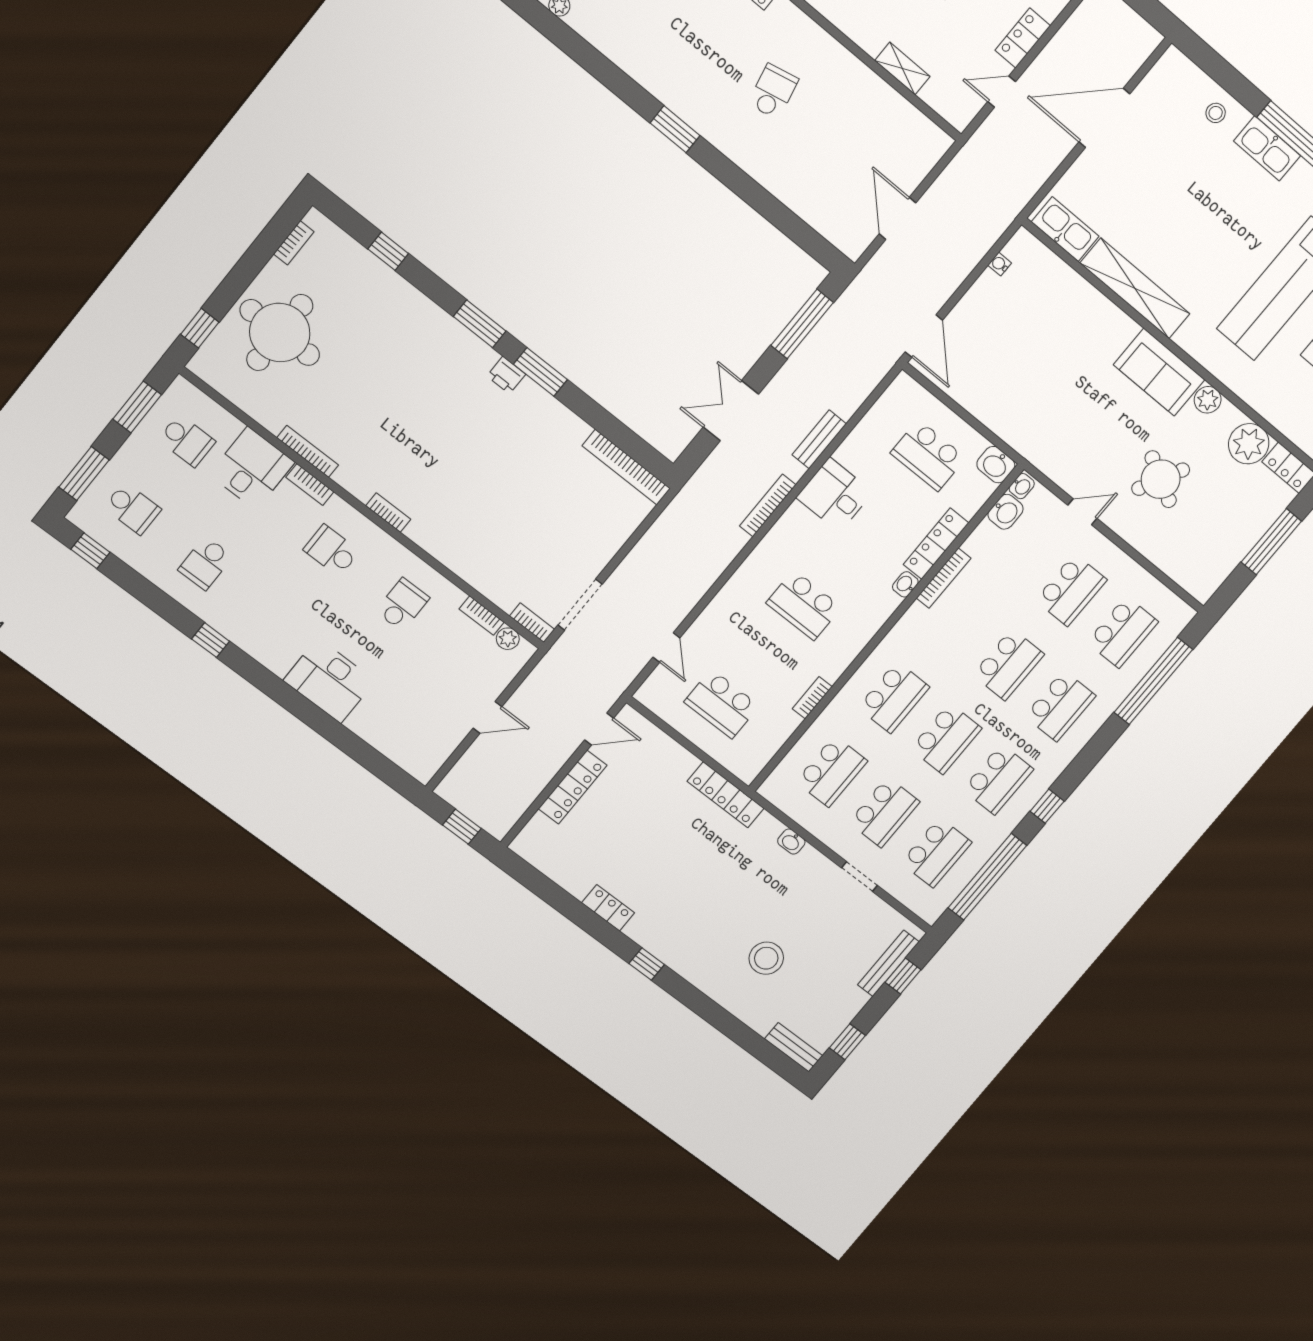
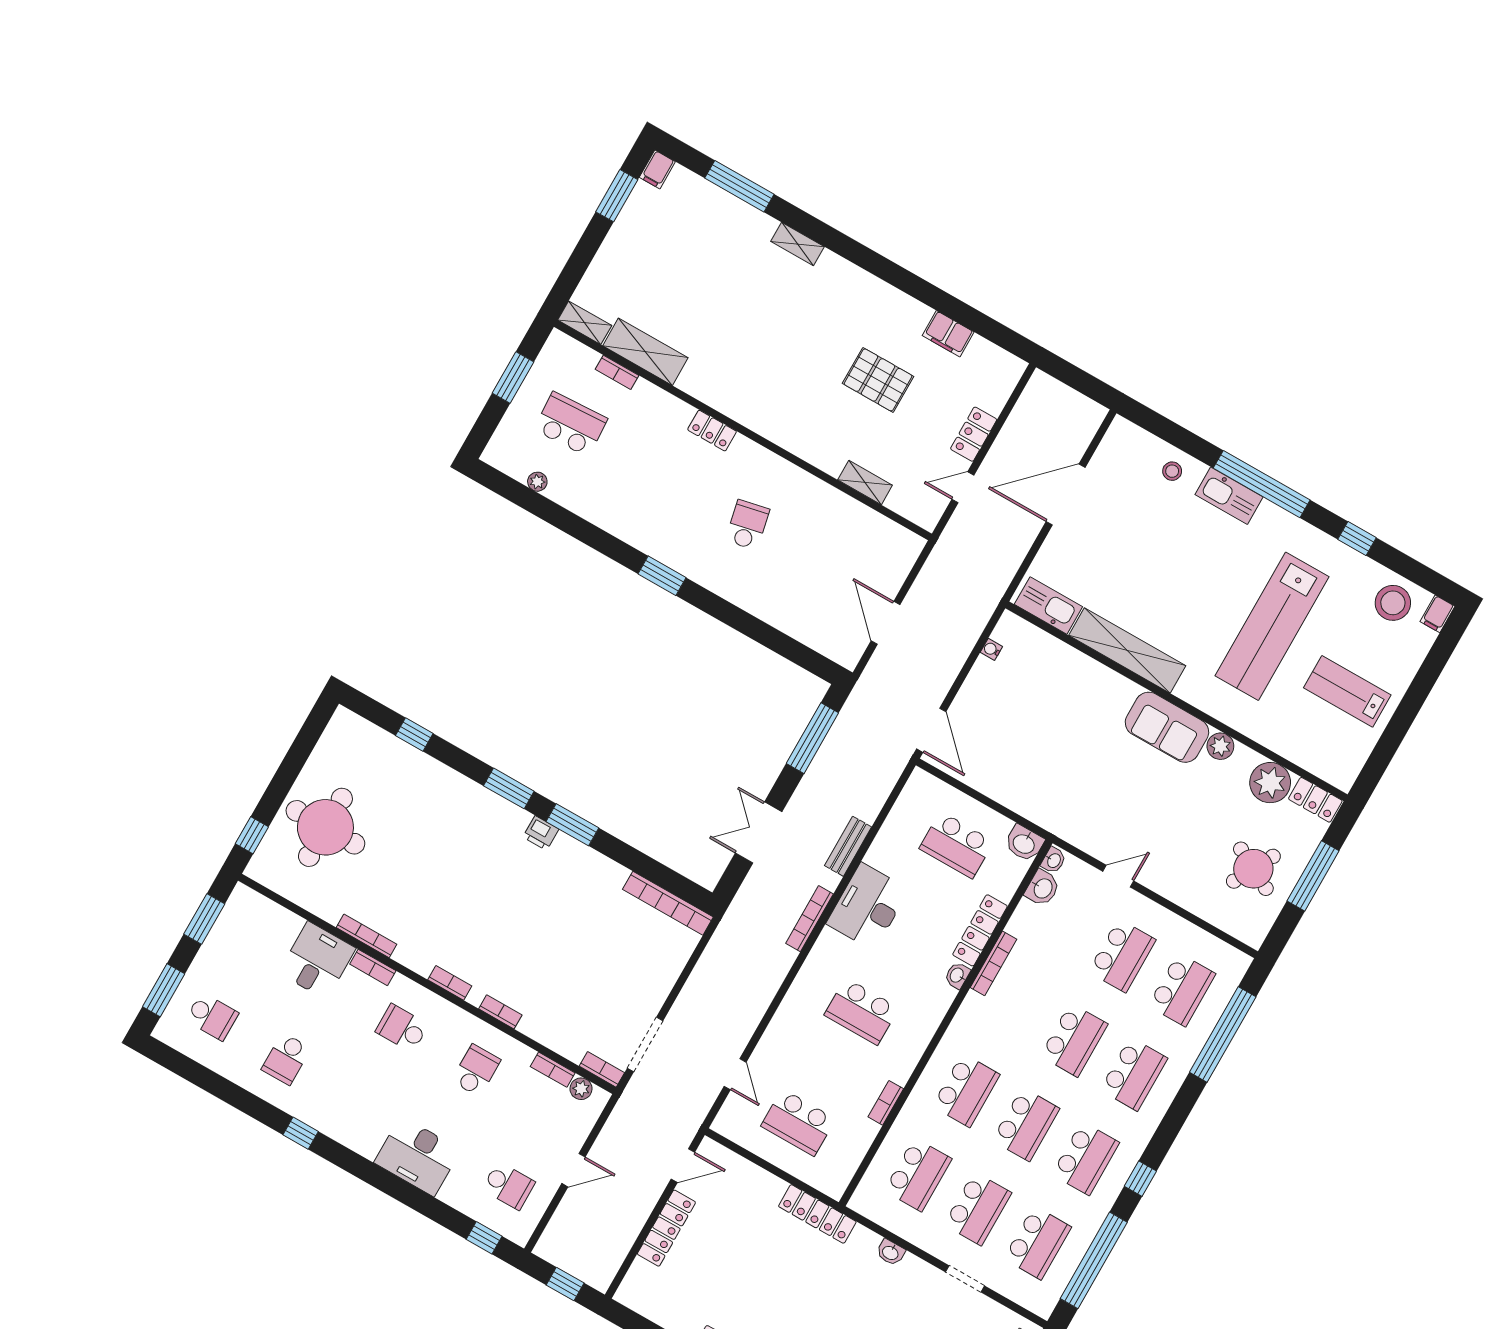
bookcase: (294, 243) -> (500, 1012), moved, turned -90
school desk: (187, 441) -> (509, 1186), moved
round table: (1161, 479) -> (1253, 869), moved
desk: (835, 495) -> (868, 907), width x1.37
window: (90, 551) -> (484, 1238), moved

